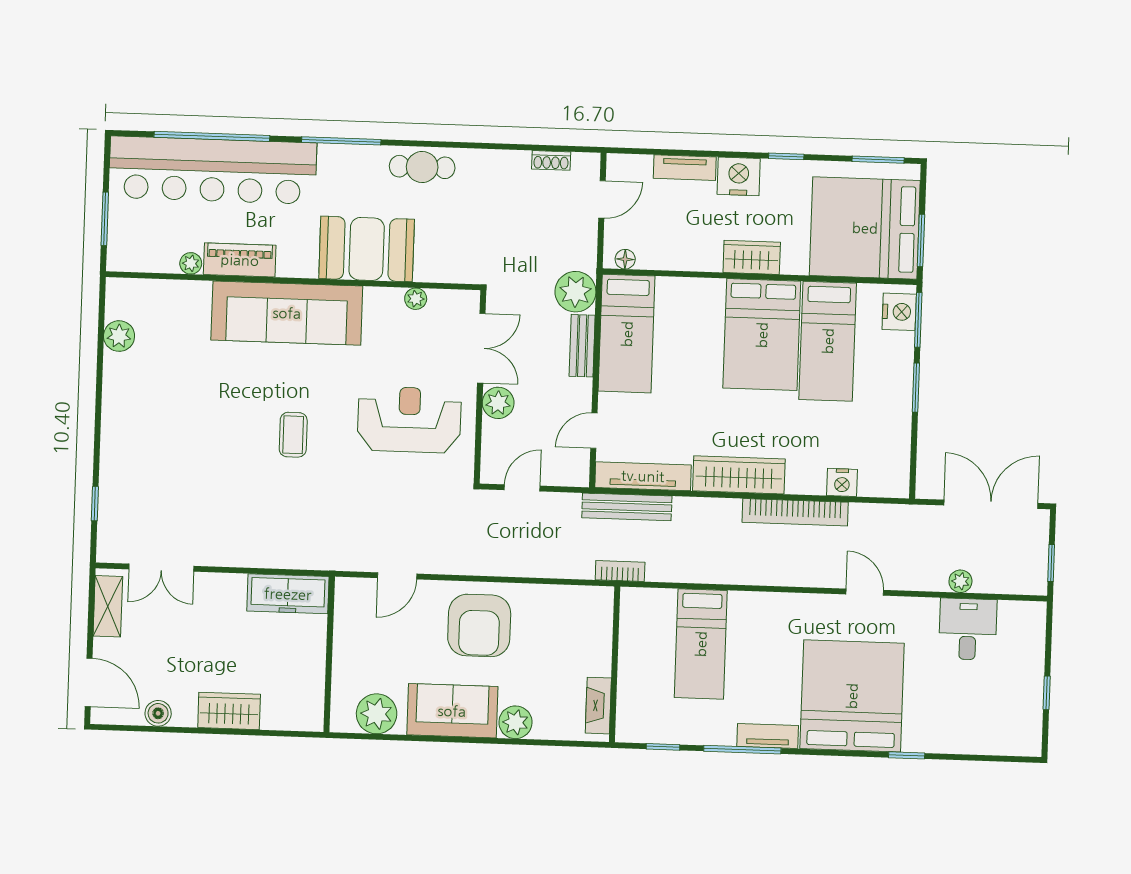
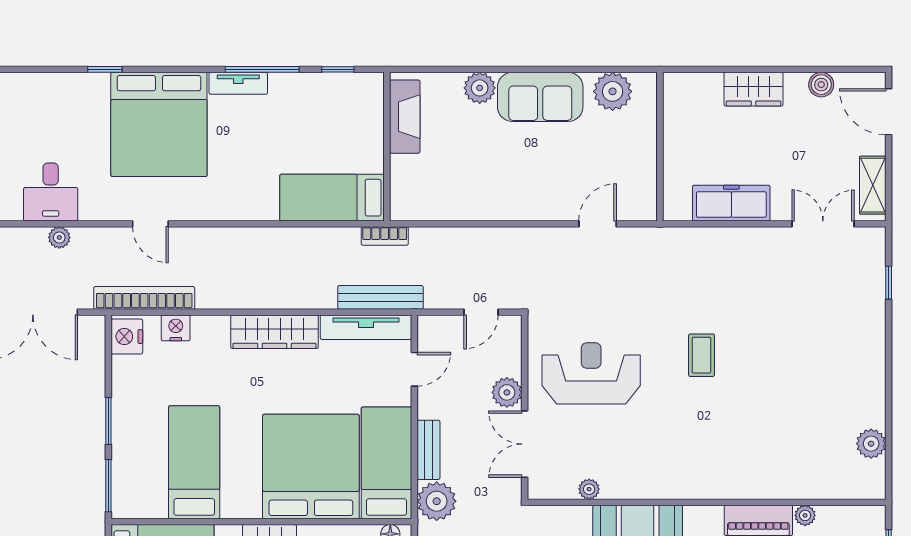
nightstand: (899, 312) -> (127, 337), moved
sofa: (287, 313) -> (712, 471), removed
bed: (762, 335) -> (311, 466), moved, width x1.36
reception desk: (409, 420) -> (591, 373), turned 180
bookcase: (795, 512) -> (144, 298), moved
freezer: (288, 594) -> (731, 203), moved
armchair: (479, 625) -> (517, 179), removed
bed: (701, 644) -> (332, 198), moved, turned -90
fireplace: (598, 706) -> (405, 117), width x1.37, depth x1.32

